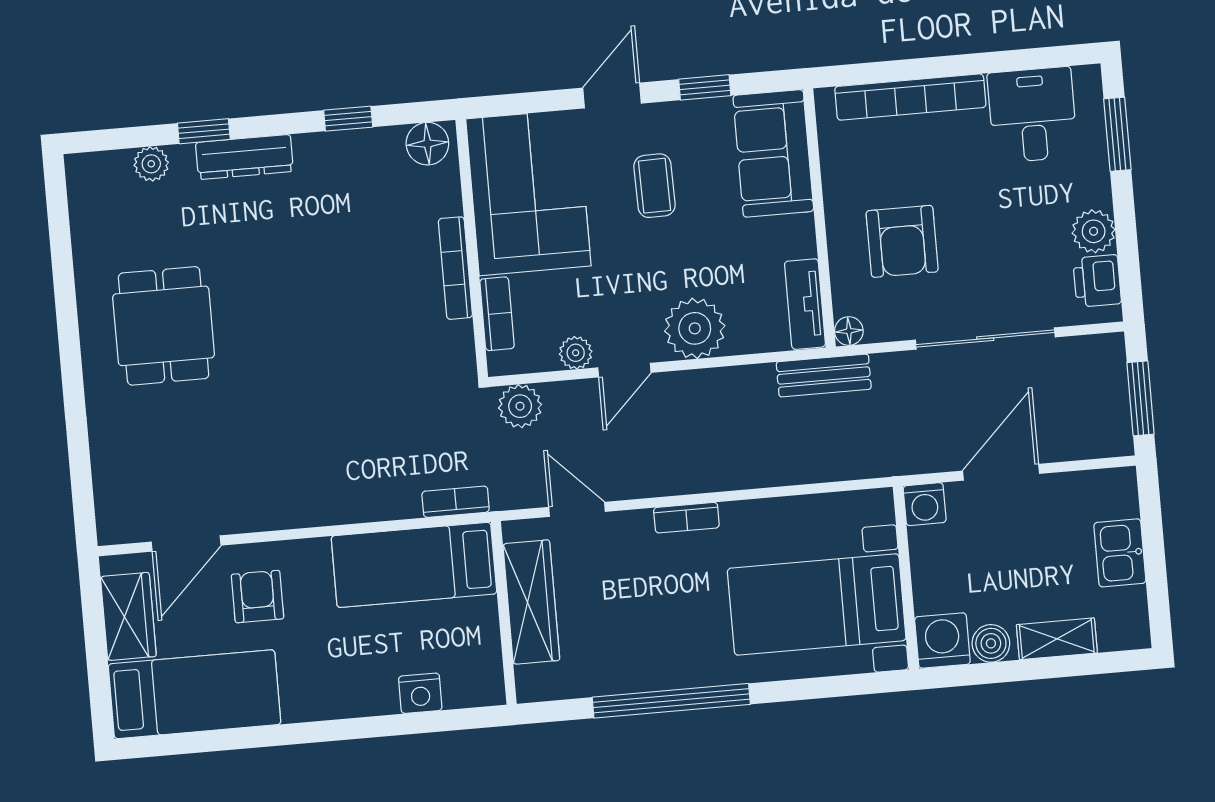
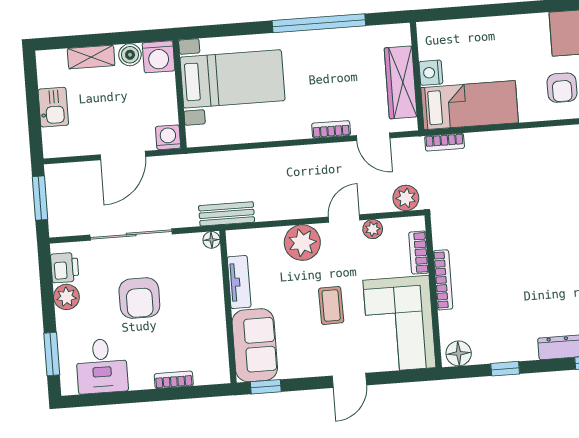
window: (705, 87) -> (266, 387), moved
bookcase: (910, 97) -> (174, 380), width x0.43, depth x0.76
coffee table: (654, 186) -> (331, 305), moved
armchair: (902, 241) -> (139, 298), moved, turned 180
tv unit: (805, 304) -> (239, 282), moved
bookcase: (686, 518) -> (331, 129), moved
nightstand: (420, 693) -> (431, 73), moved, turned -90

